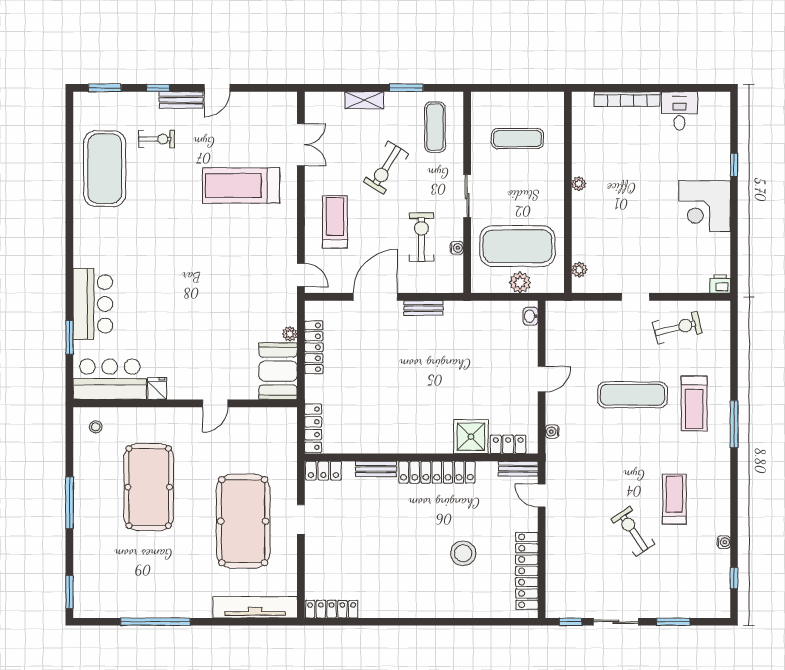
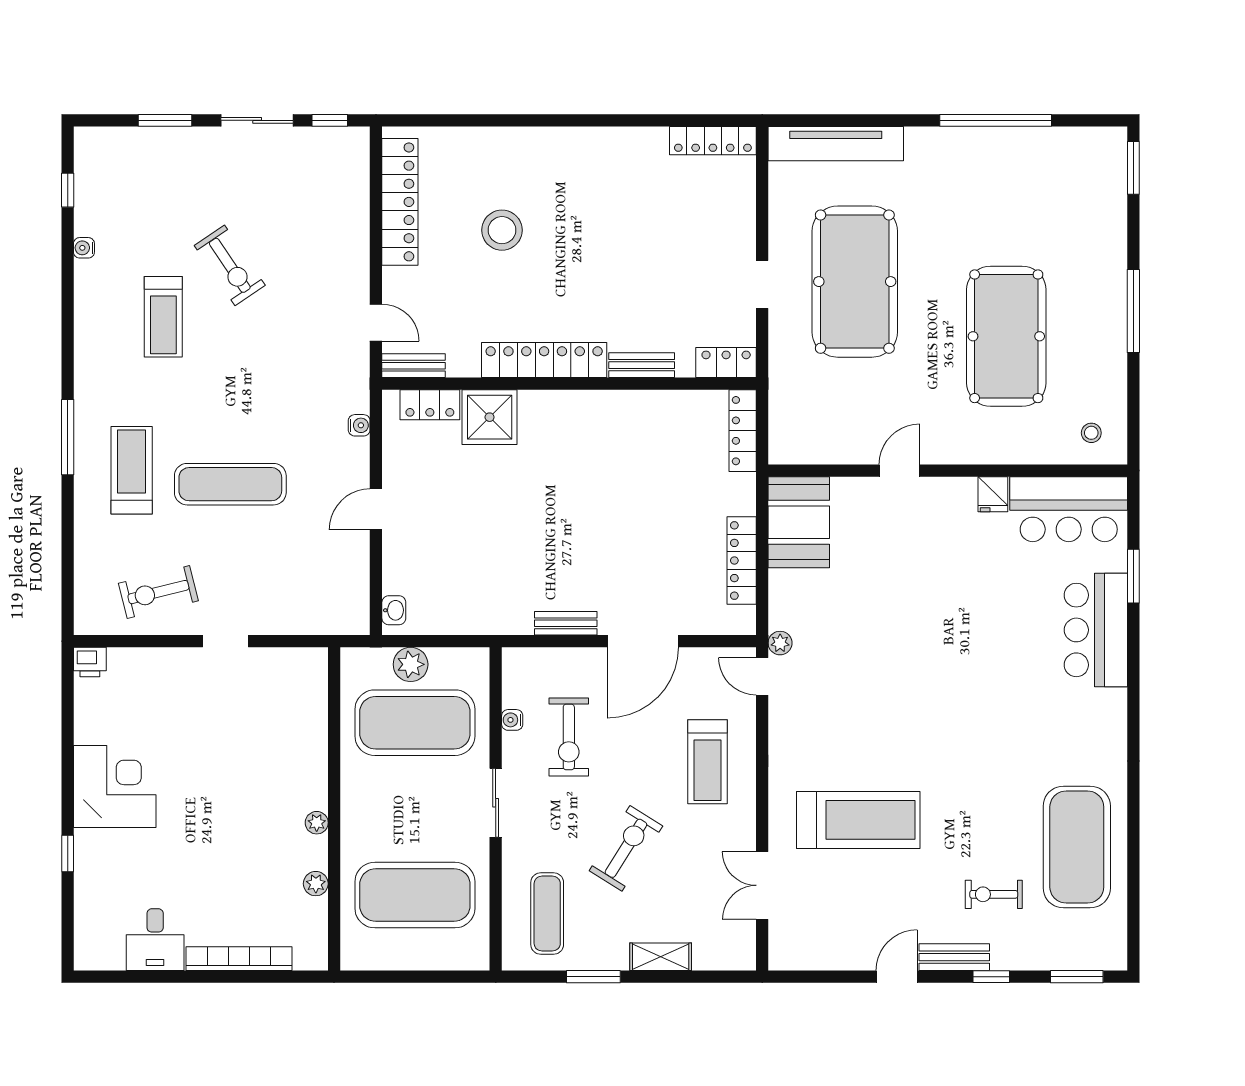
exercise mat: (517, 139) -> (415, 895), width x2.00, depth x1.45
plant: (579, 270) -> (316, 884), moved
plant: (290, 334) -> (780, 643), moved

